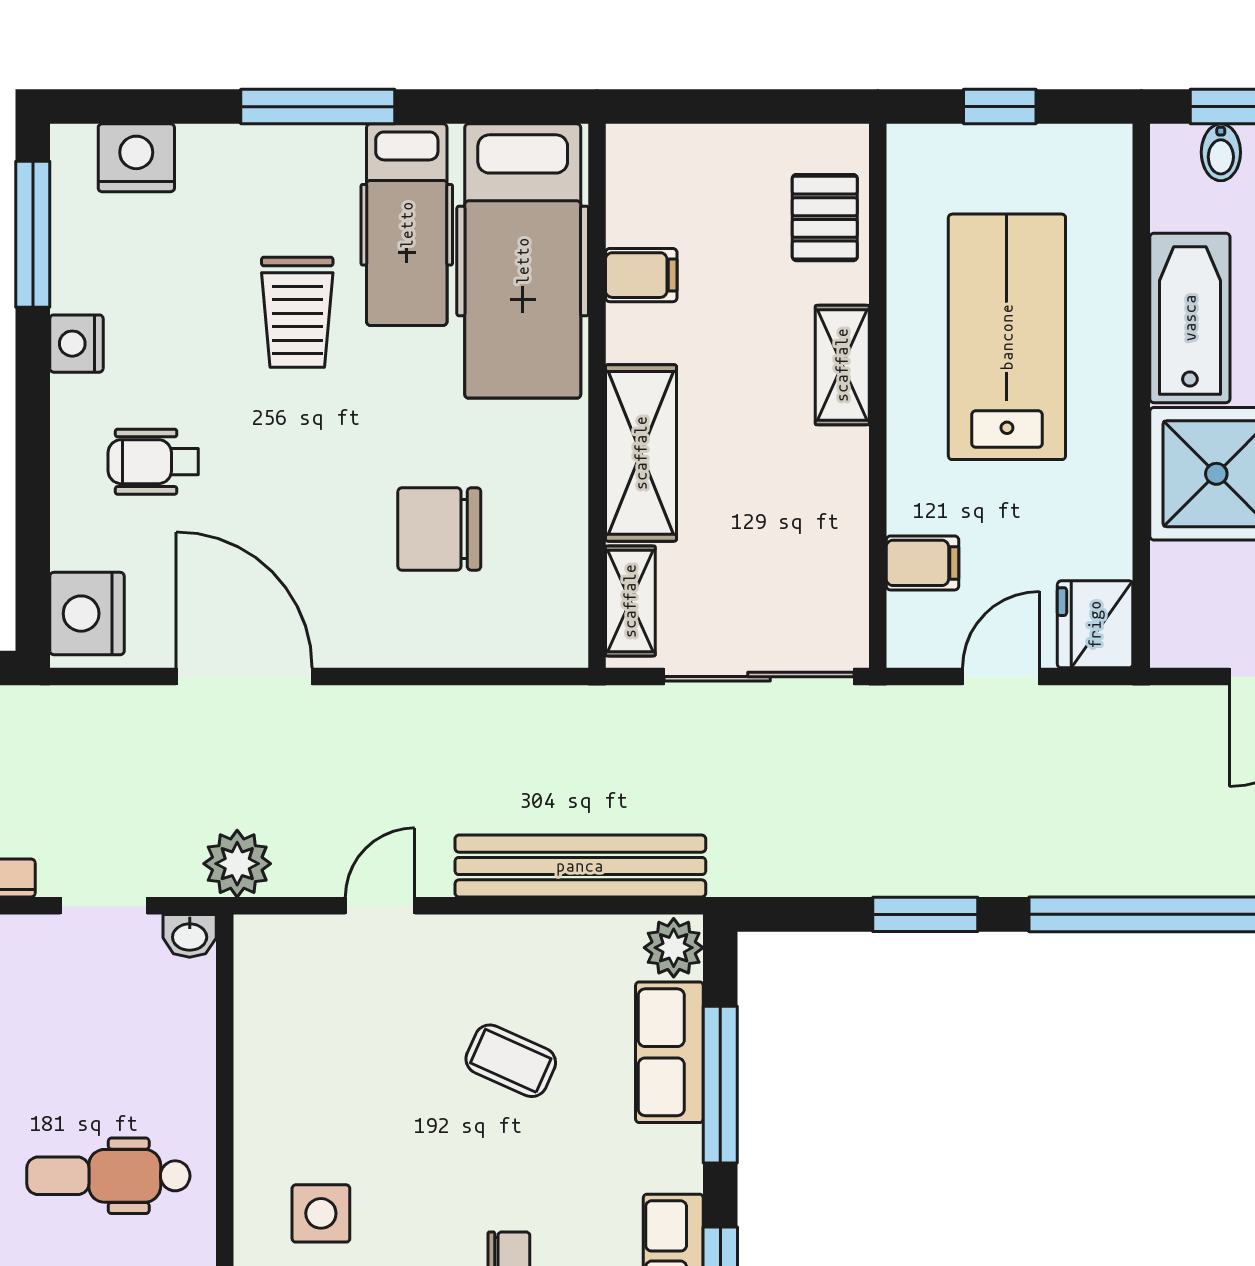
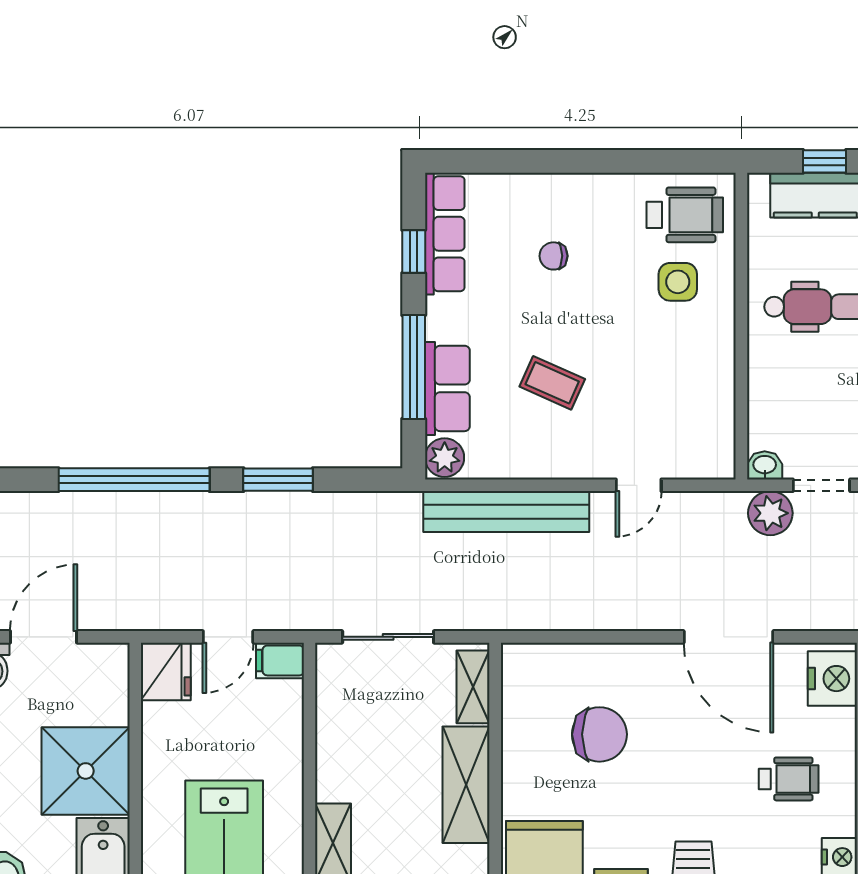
filing cabinet: (923, 563) -> (280, 660), moved
sliding door: (759, 677) -> (388, 637), width x0.73
plant: (237, 864) -> (770, 513), moved

